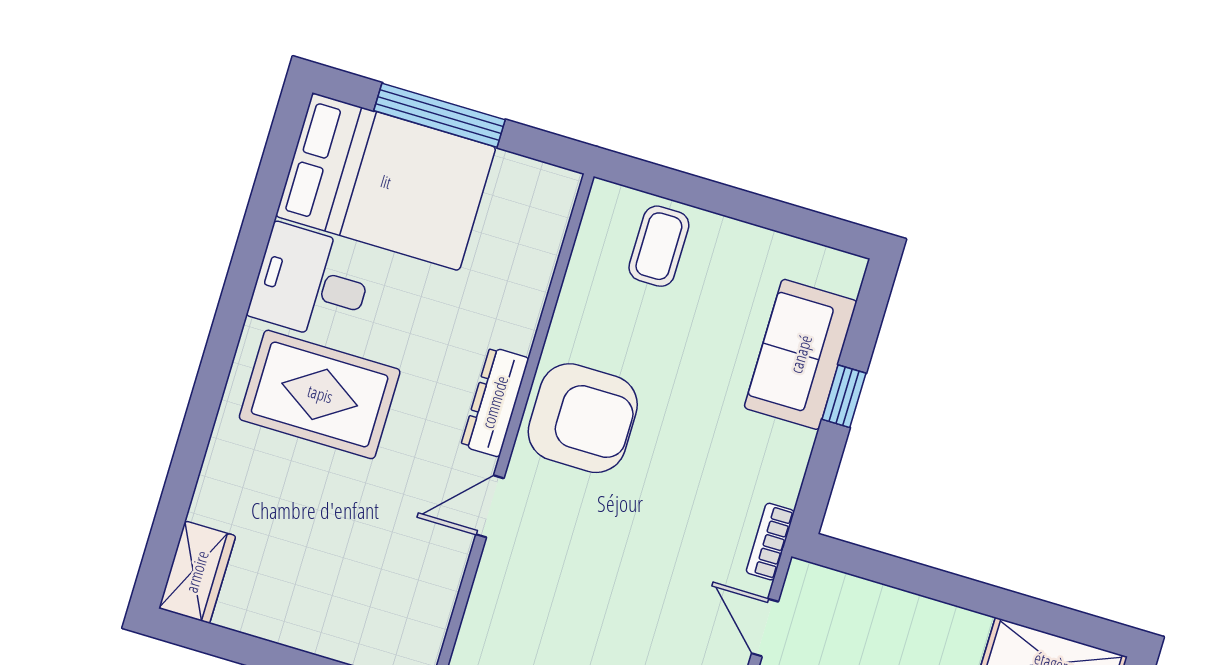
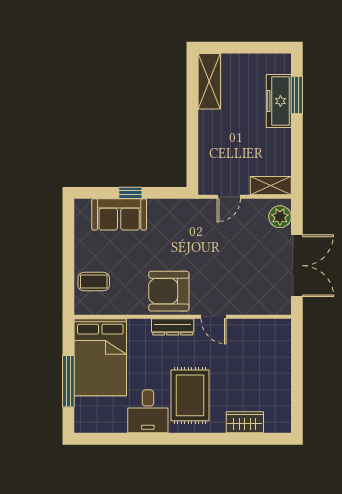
bed: (386, 182) -> (100, 357), moved, turned 180
armchair: (583, 418) -> (169, 291), turned -90
bookcase: (770, 542) -> (195, 205), removed
wardrobe: (197, 572) -> (245, 422), moved

